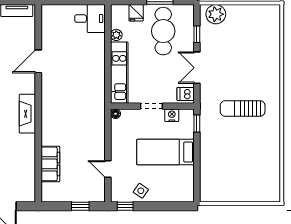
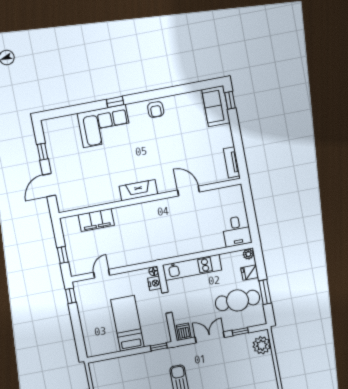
plant: (116, 35) -> (248, 254), moved
nightstand: (172, 115) -> (155, 283), moved
side table: (141, 191) -> (88, 308), removed

